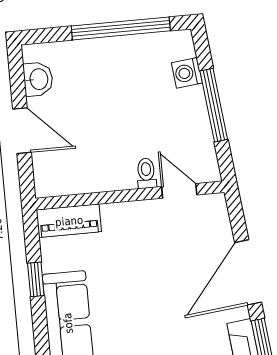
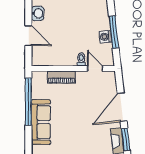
washing machine: (187, 73) -> (105, 37), moved
piano: (69, 221) -> (61, 77), moved
window: (36, 279) -> (28, 102), width x3.17

